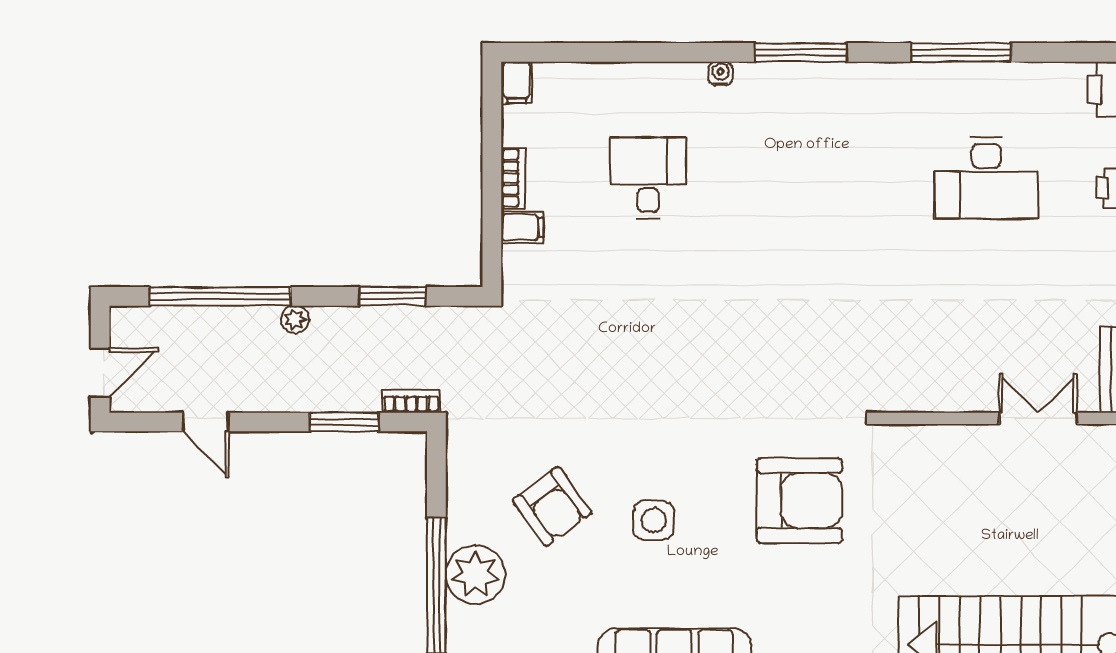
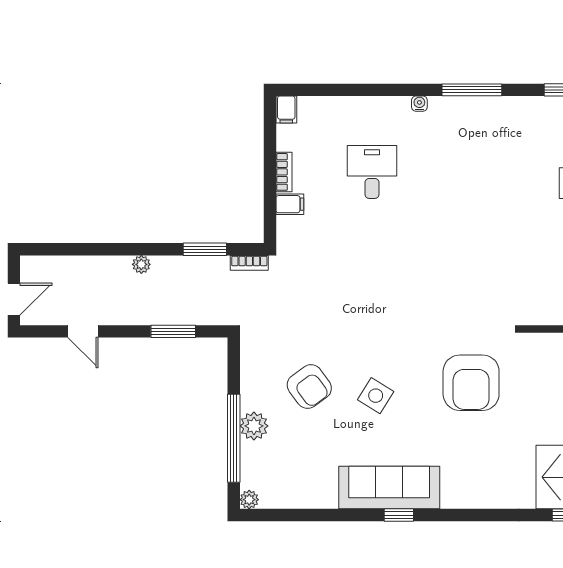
window: (220, 296) -> (92, 249), removed
bookcase: (411, 401) -> (249, 263), moved, turned 180
armchair: (800, 501) -> (471, 383), turned 90
side table: (654, 520) -> (376, 396), turned 32
plant: (475, 575) -> (254, 426), width x0.73, depth x0.73

